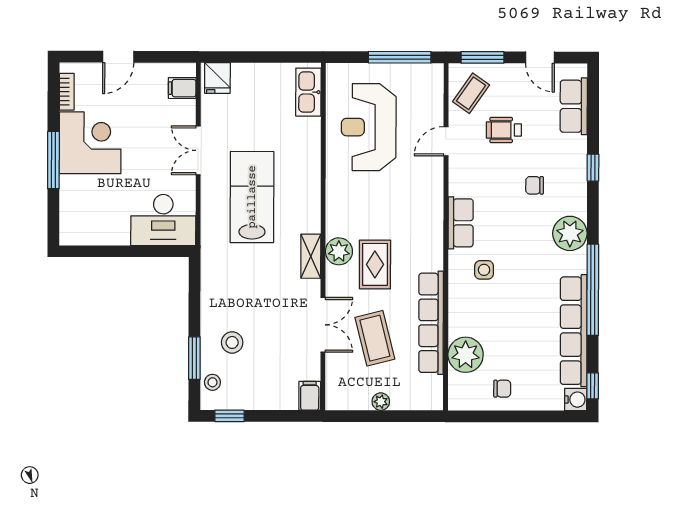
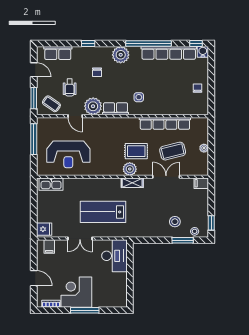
door: (540, 57) -> (34, 70), hinge flipped
plant: (466, 355) -> (93, 106), moved

